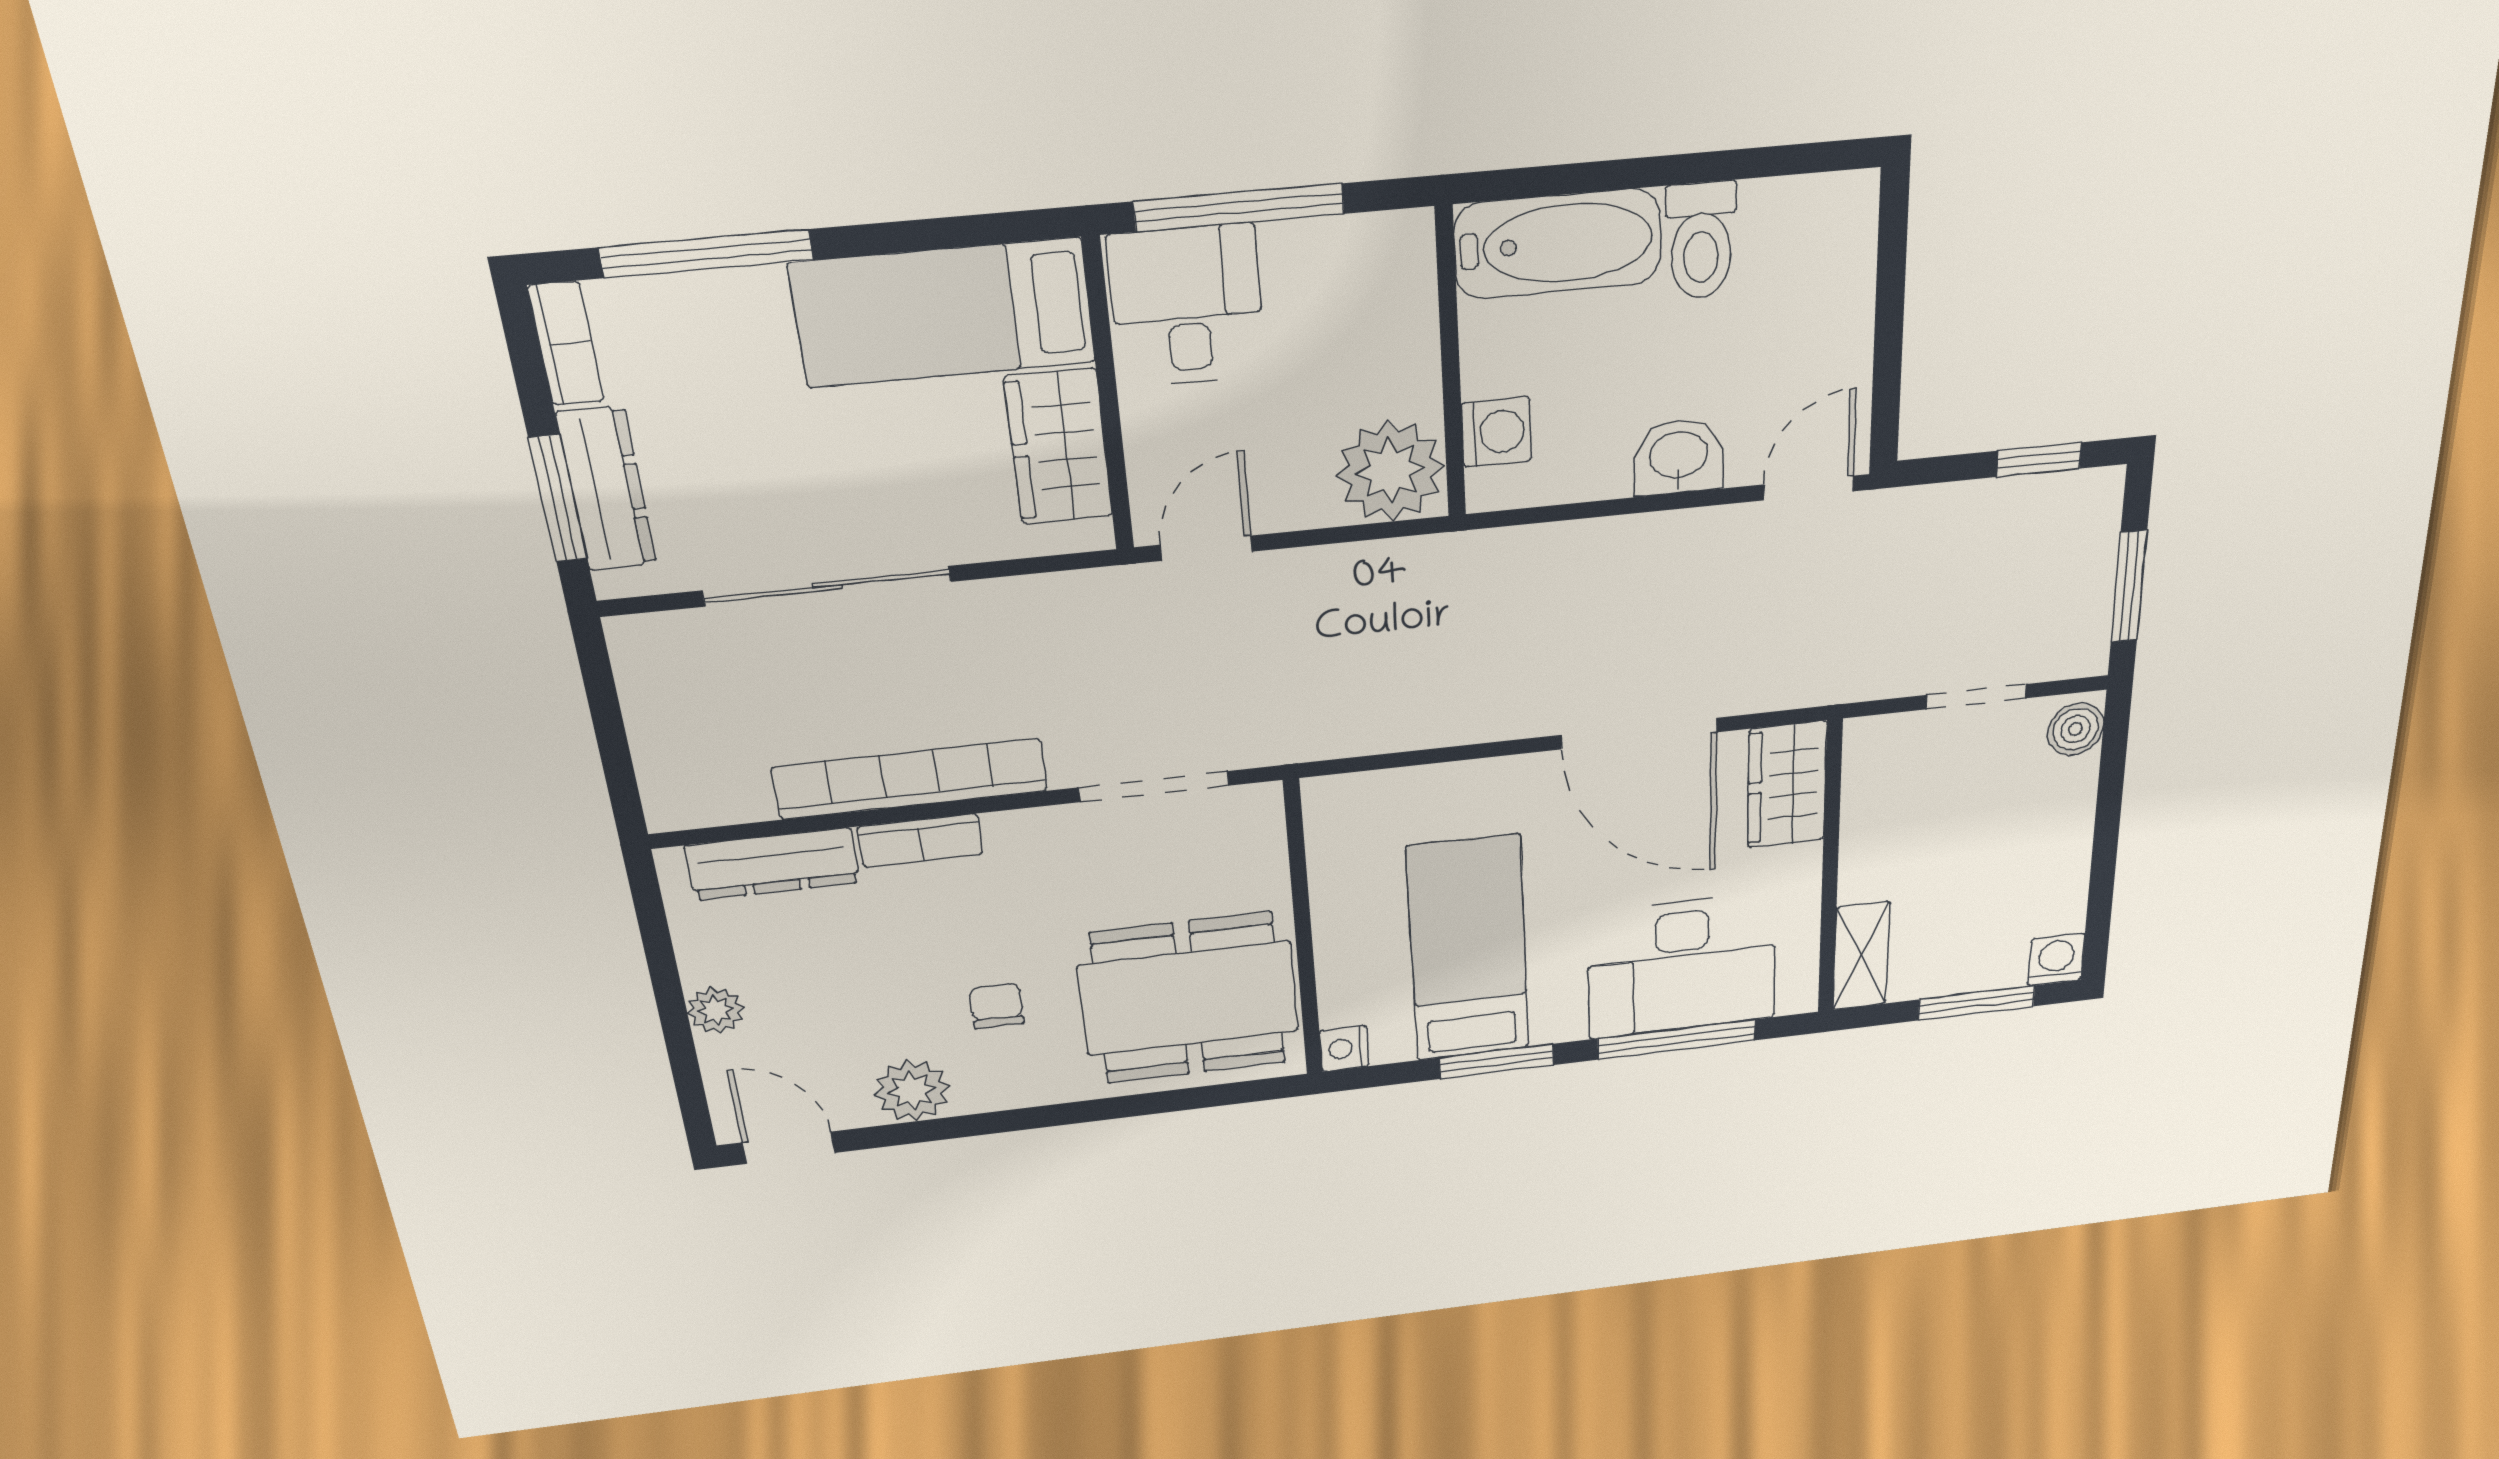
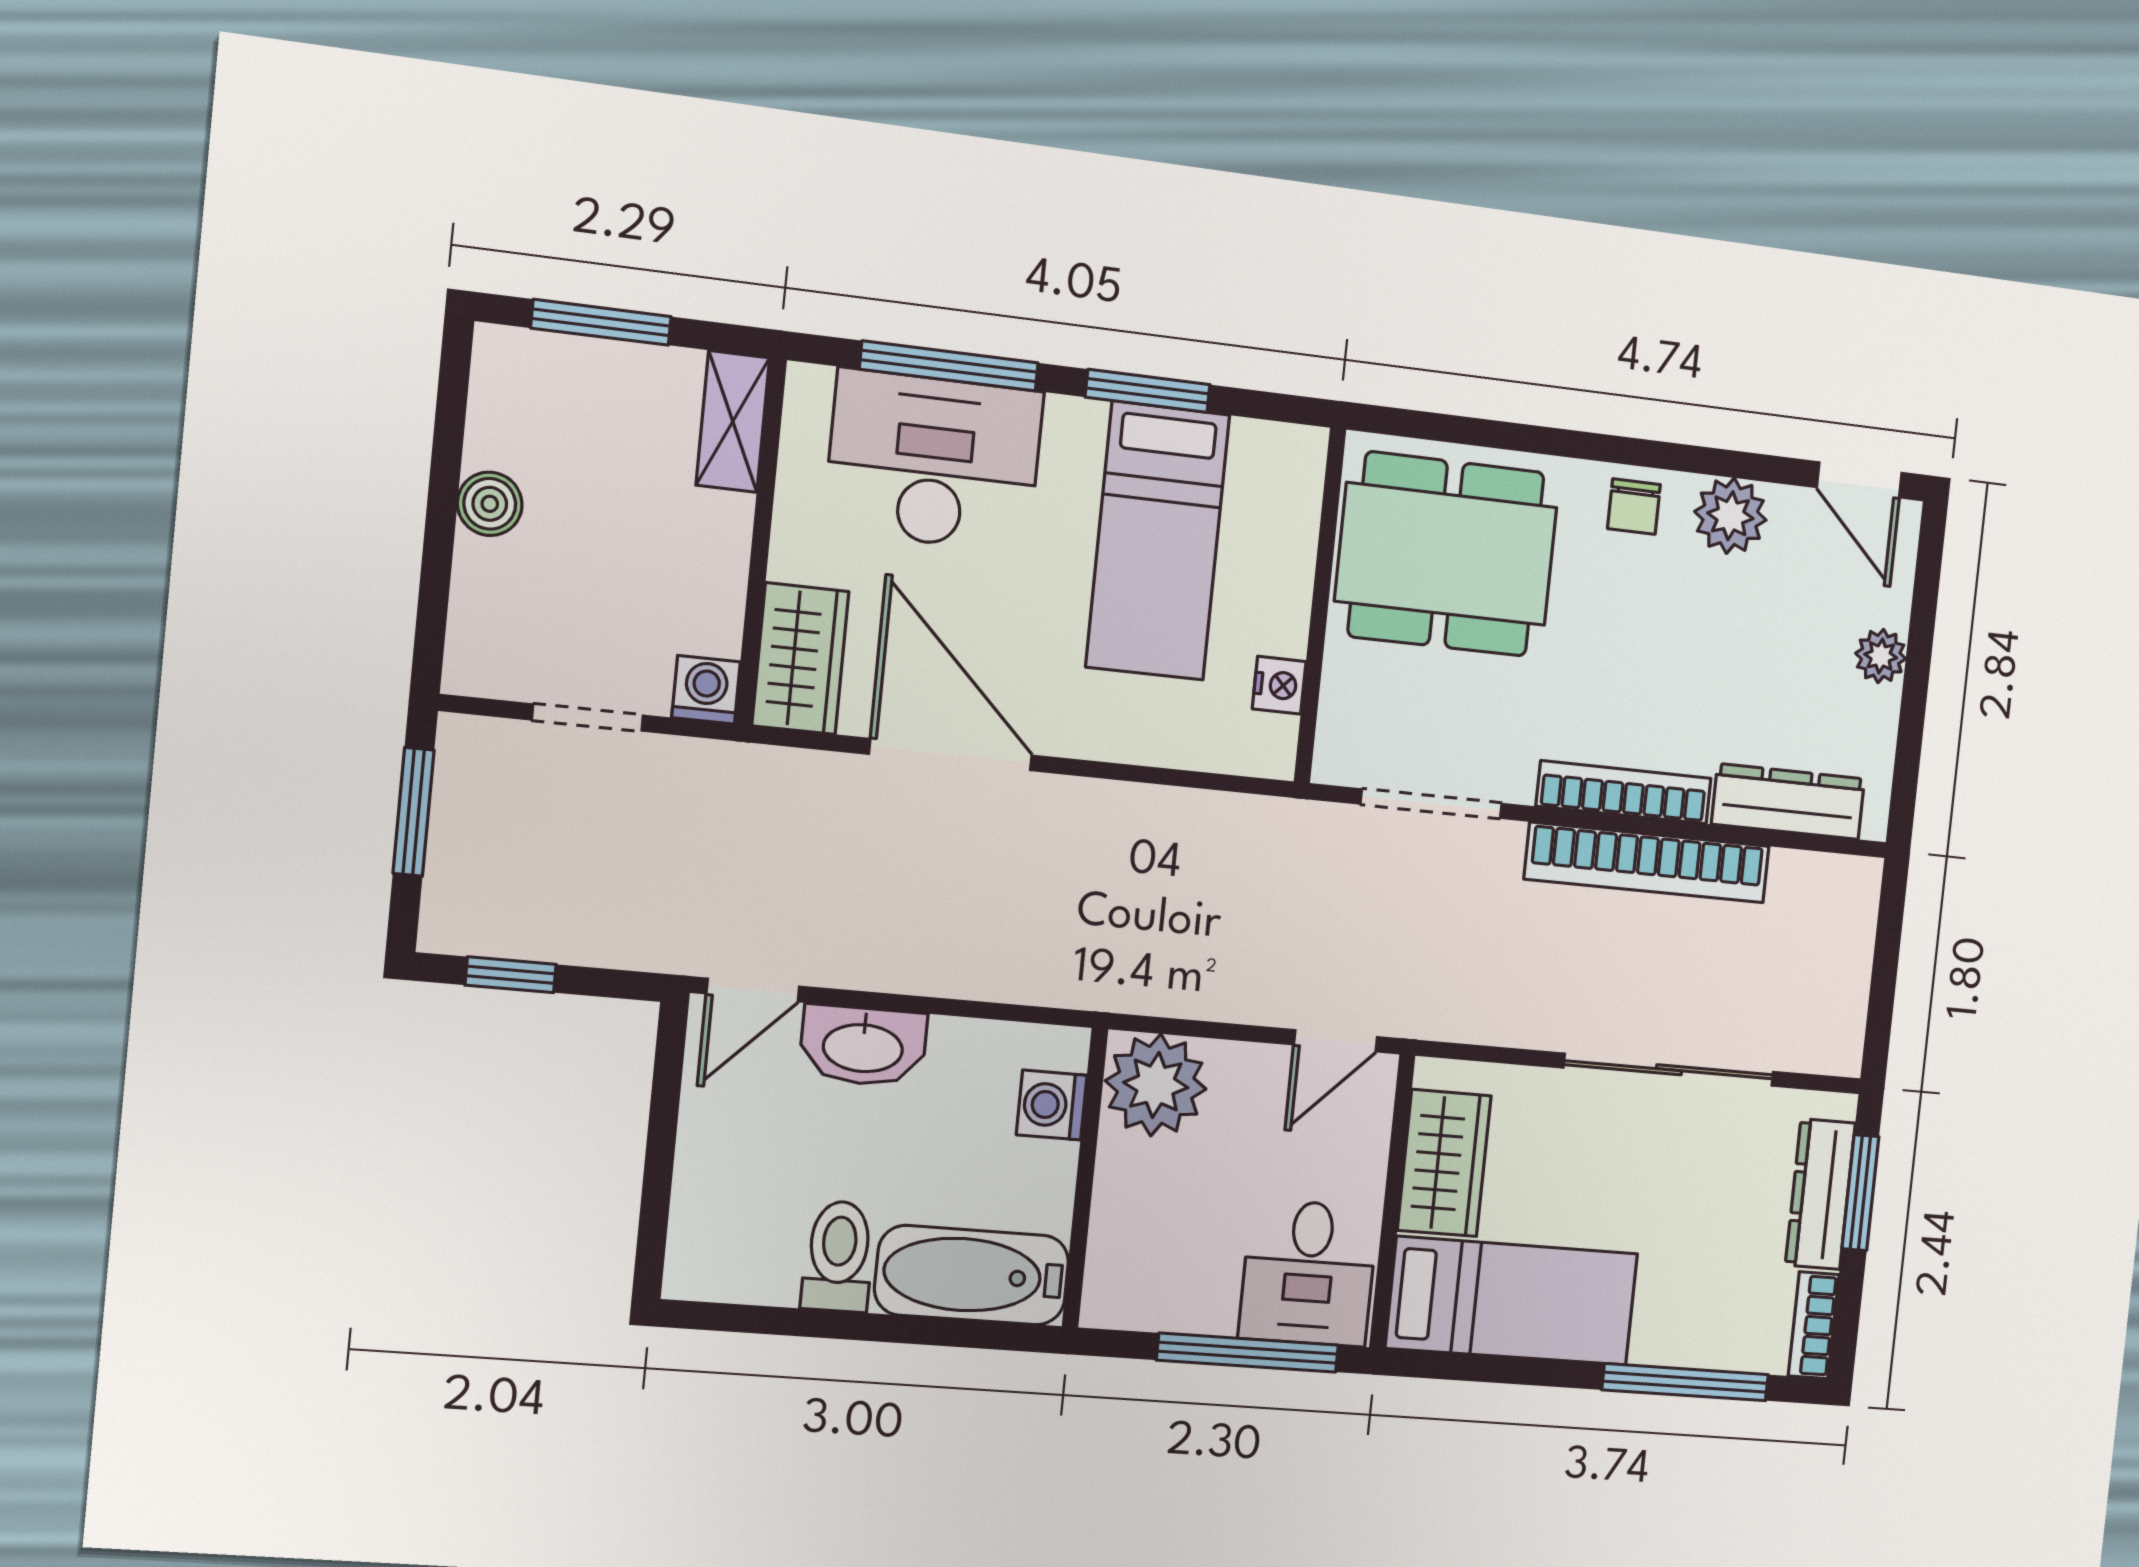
washbasin: (1679, 457) -> (863, 1046), width x1.38
boiler: (2076, 729) -> (490, 504), moved
bookcase: (920, 841) -> (1624, 792), width x1.56
washing machine: (2056, 960) -> (706, 690), moved, turned 180
chair: (996, 1006) -> (1634, 507), moved
nightstand: (1344, 1048) -> (1279, 685), moved

